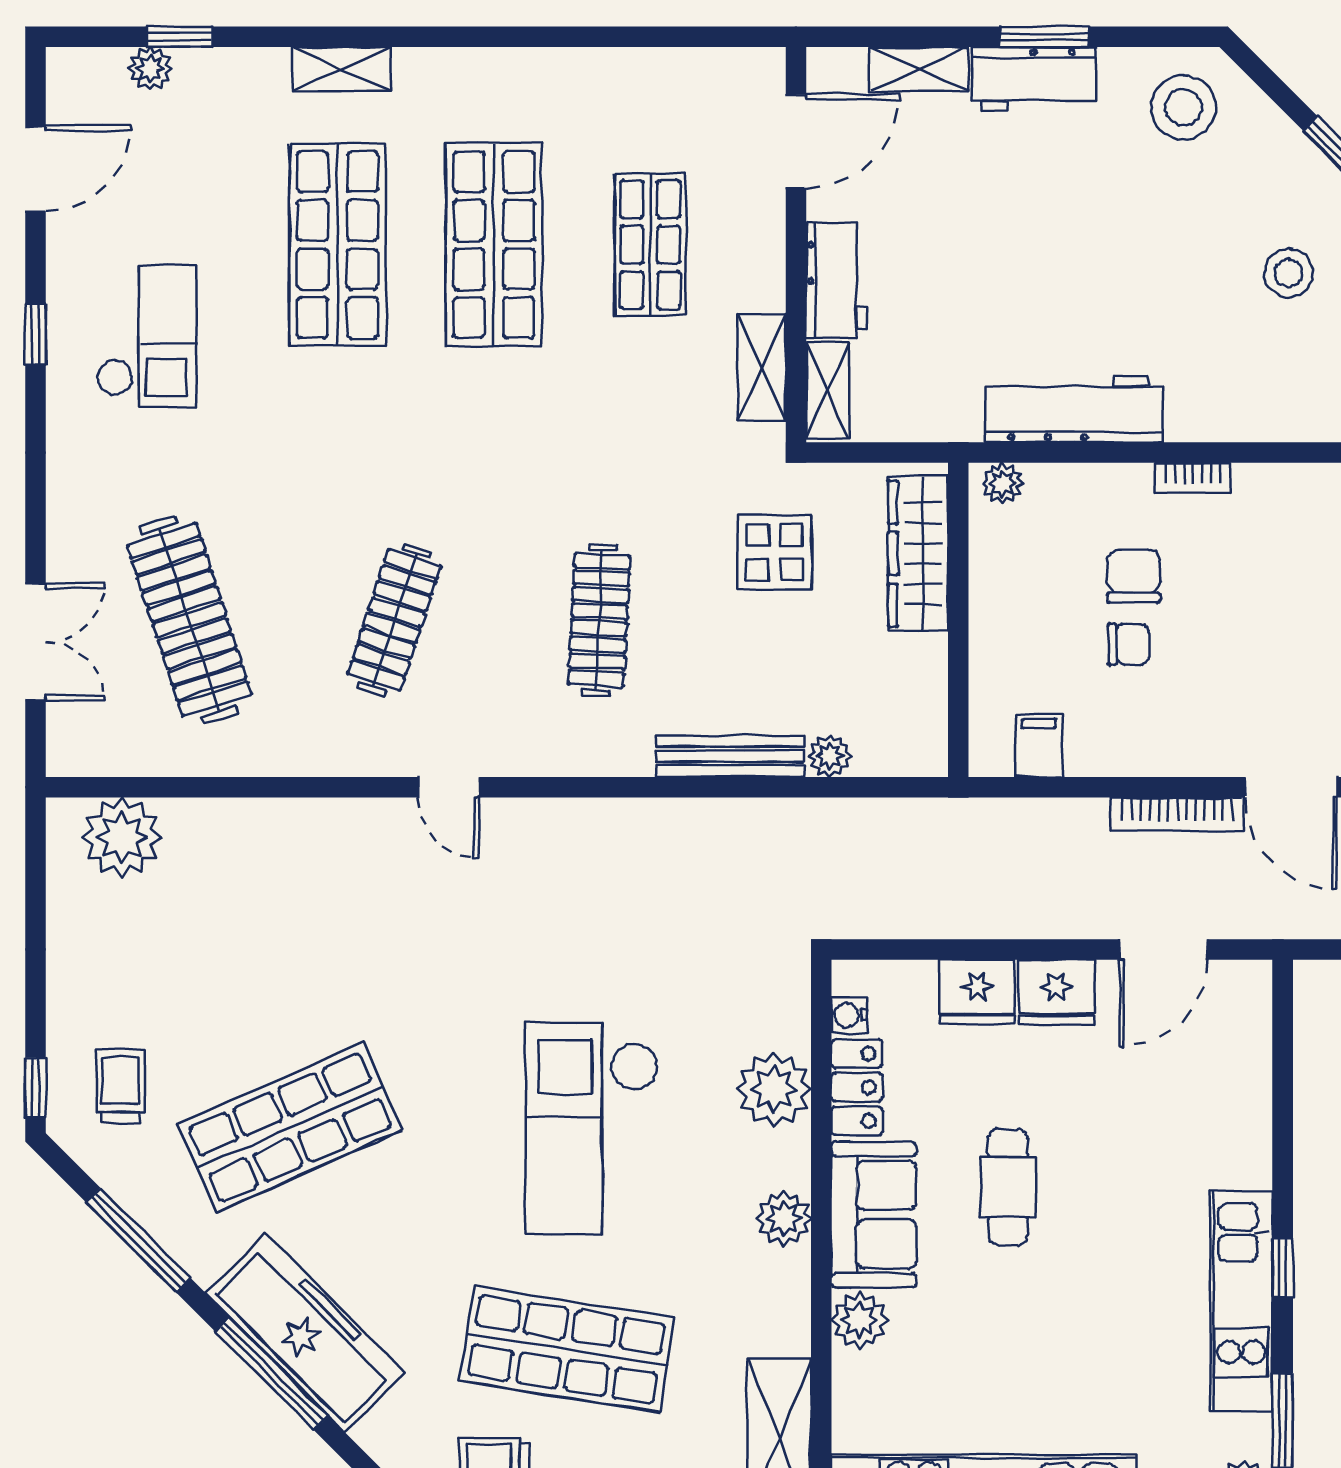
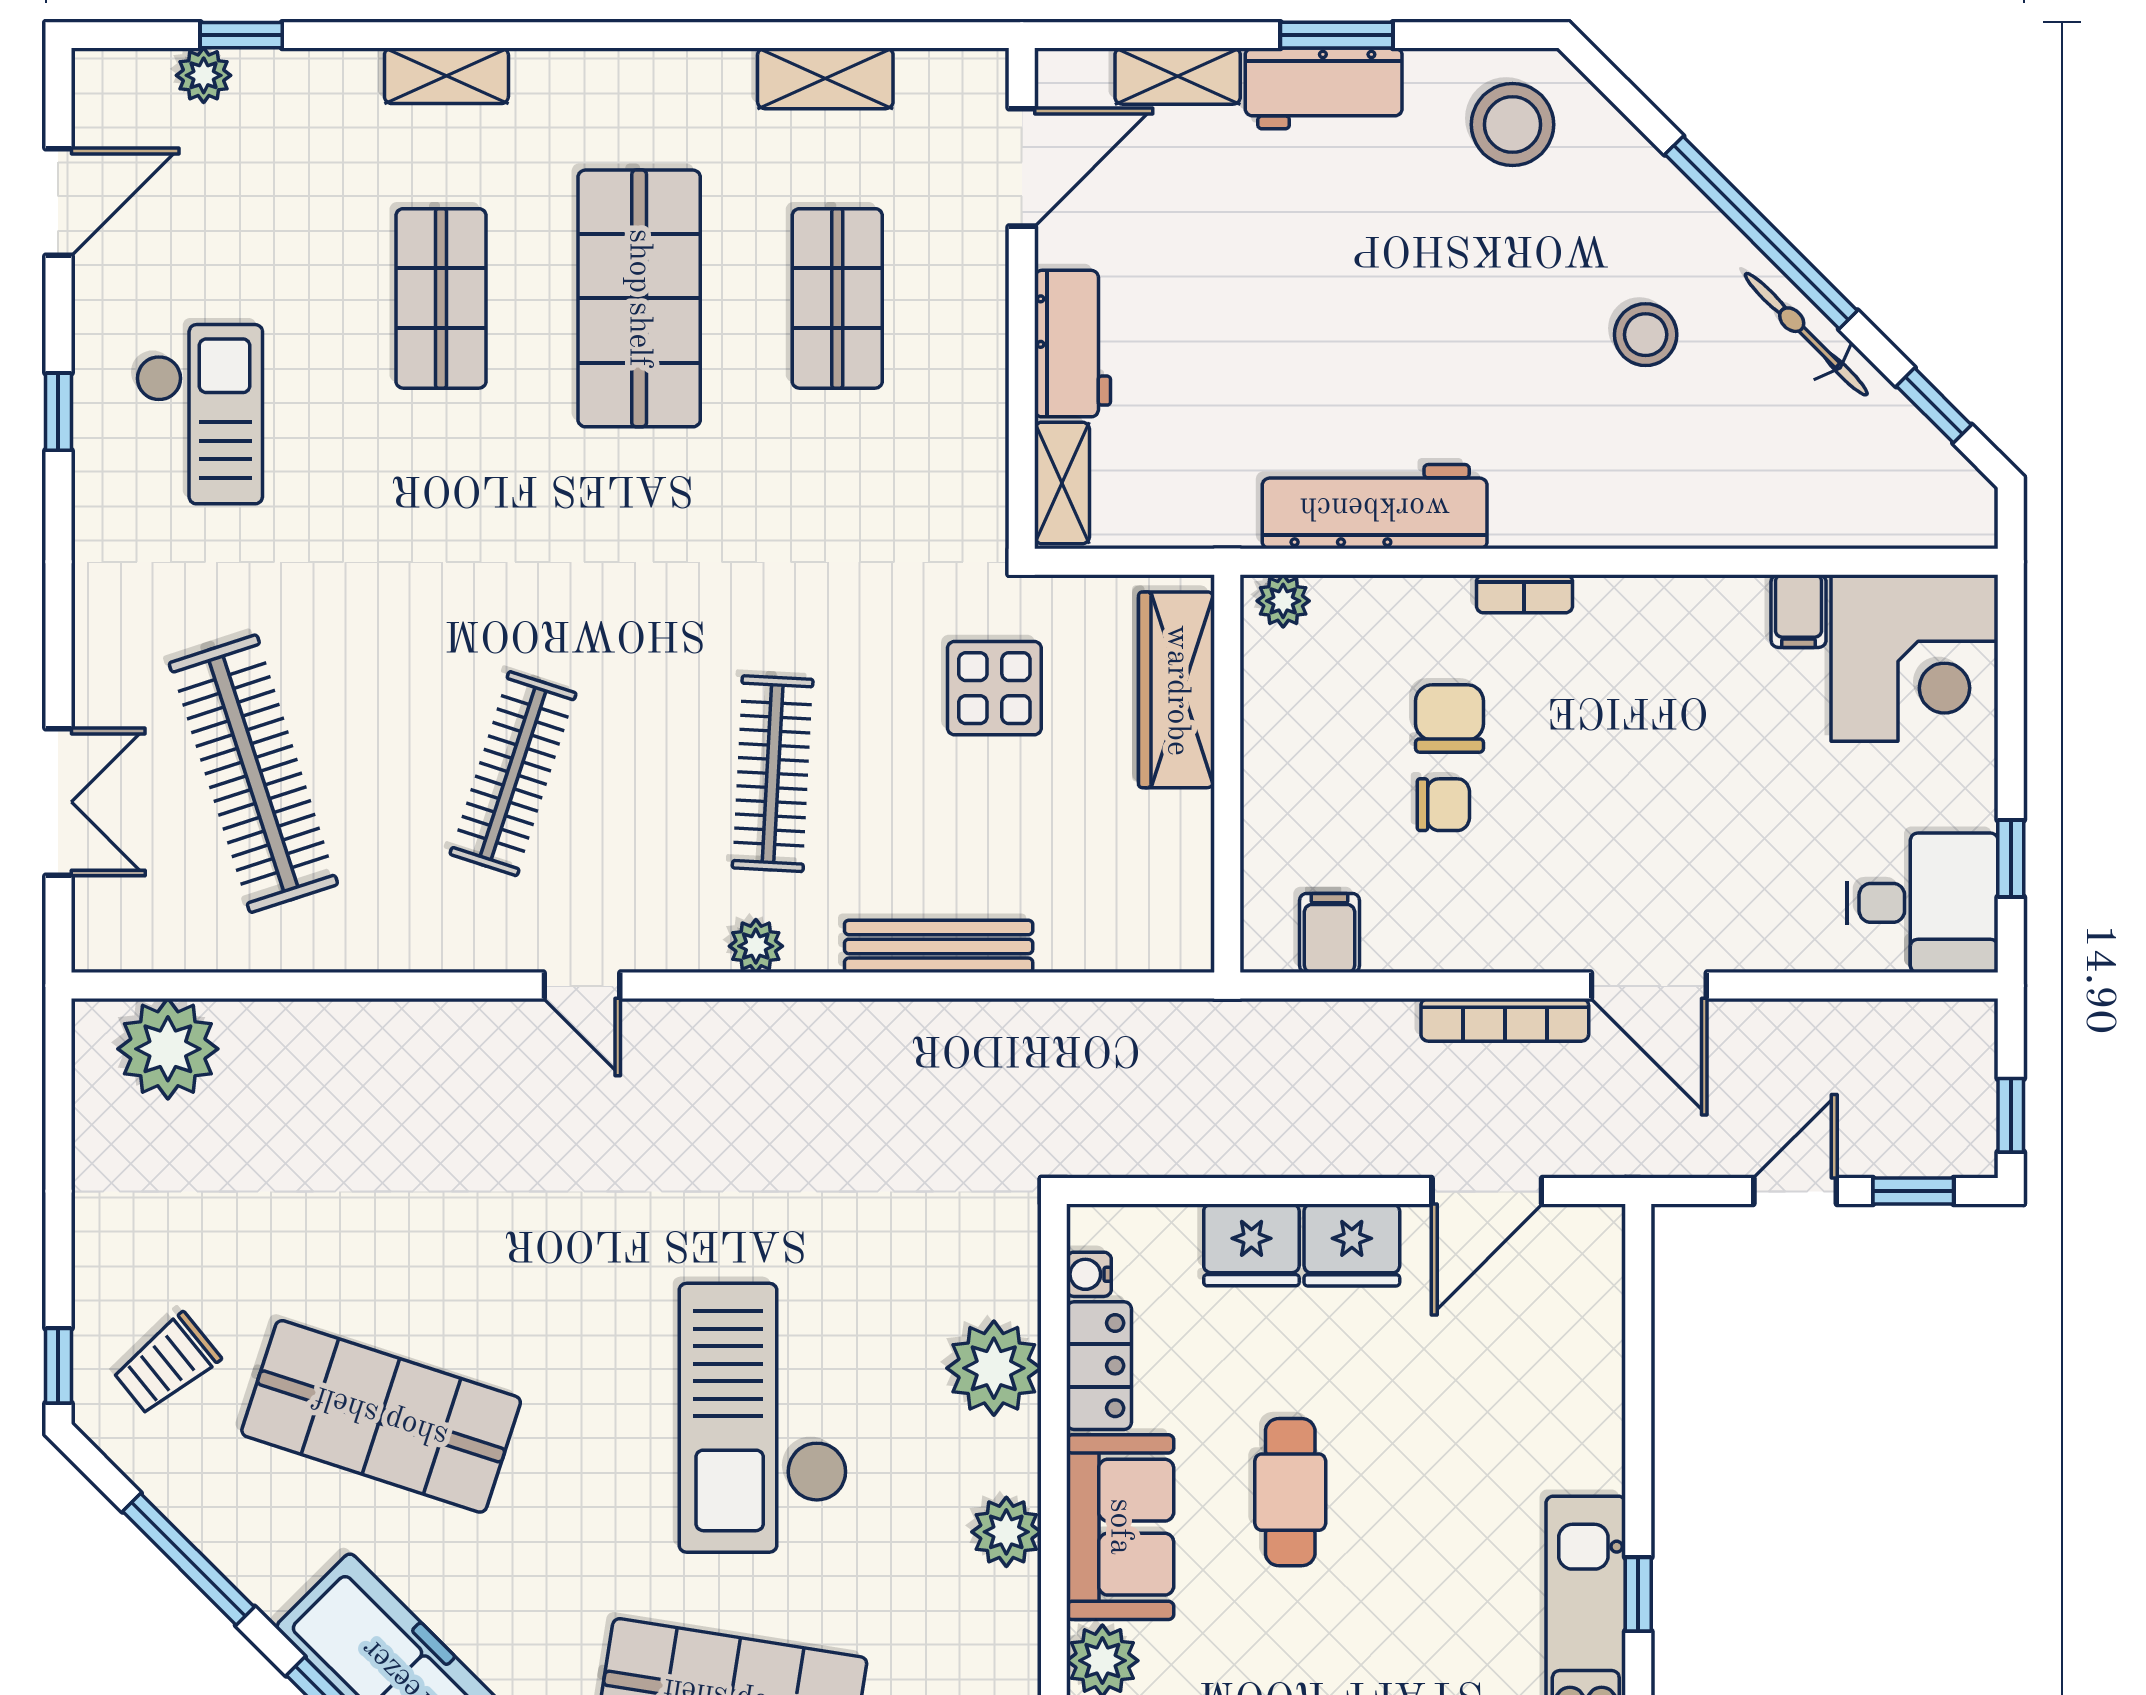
shop shelf: (337, 245) -> (441, 298), width x0.70, depth x0.74
shelving: (762, 368) -> (825, 78), moved, turned 90
plant: (830, 756) -> (756, 946), moved
trolley: (121, 1086) -> (166, 1364), turned -129
shop shelf: (290, 1127) -> (381, 1416), turned 42

